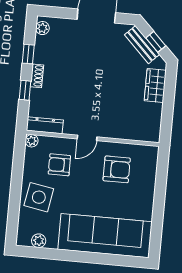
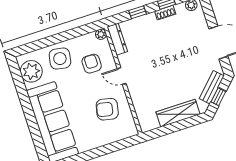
shoe rack: (37, 76) -> (165, 13), moved
wardrobe: (155, 86) -> (178, 113), width x1.50
armchair: (117, 169) -> (107, 109), turned 102
plant: (39, 241) -> (31, 71), width x1.88, depth x1.88

